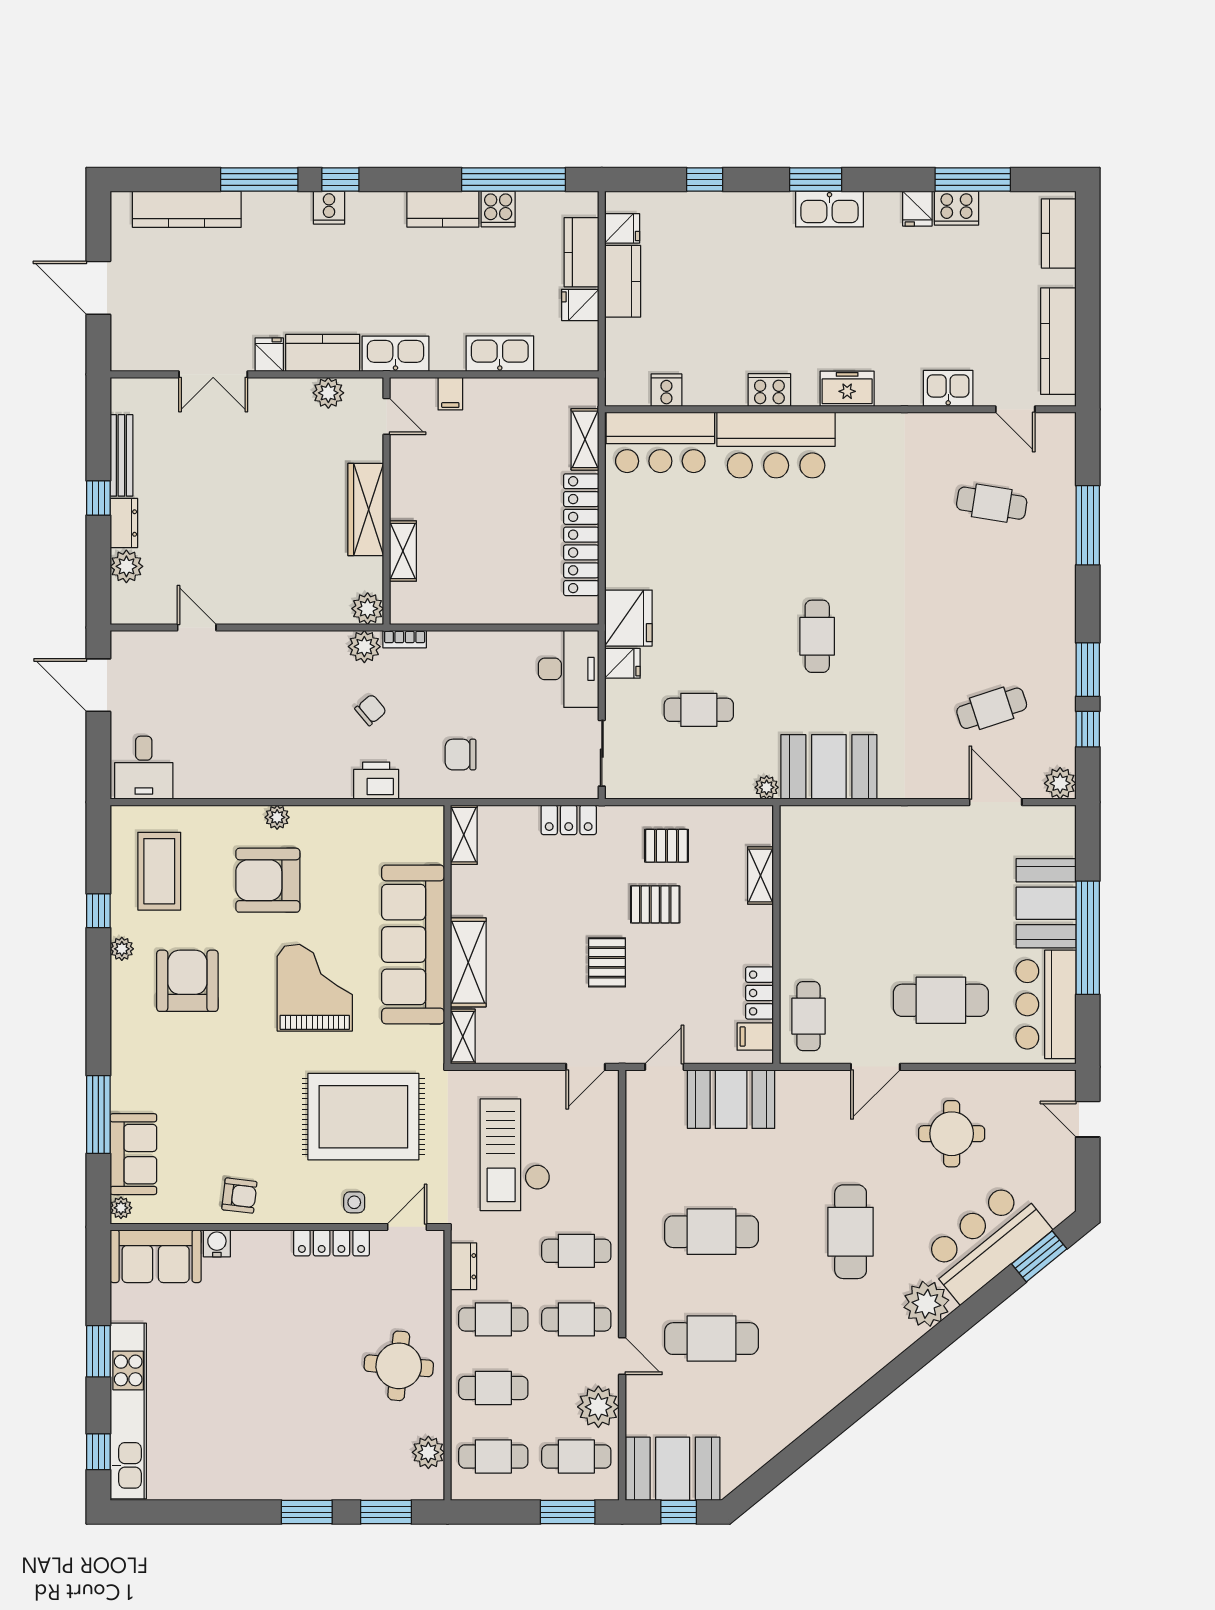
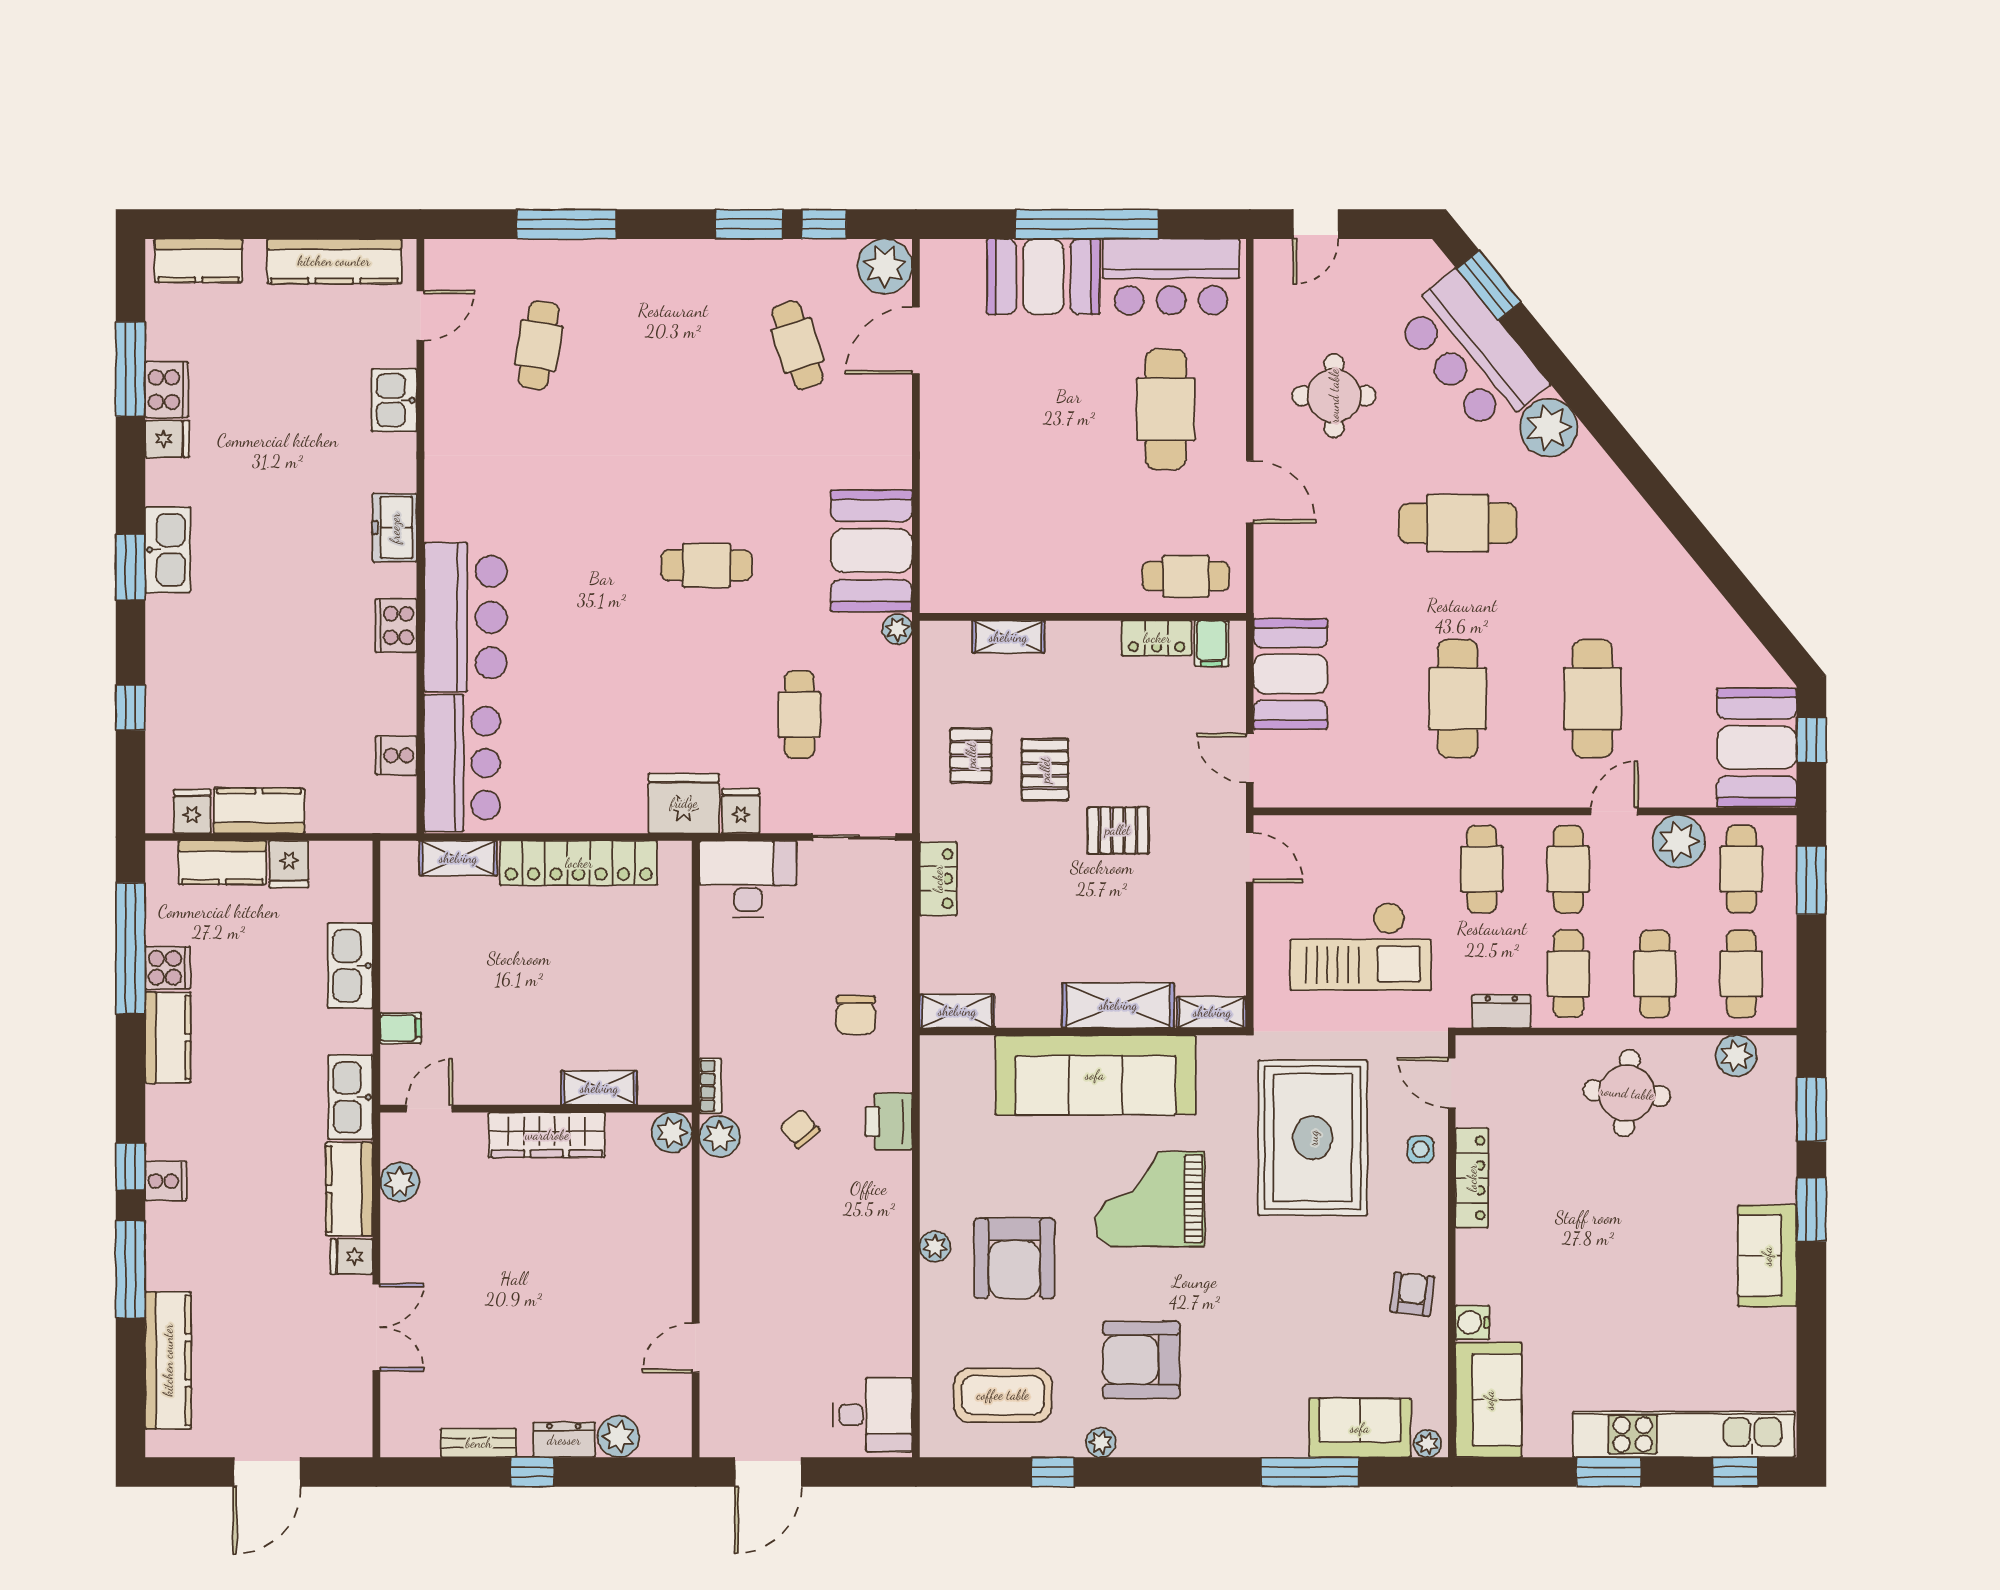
bench: (121, 455) -> (479, 1443), width x0.73
plant: (1060, 783) -> (885, 266), width x1.36, depth x1.36
sofa: (270, 1477) -> (1767, 1256), added

